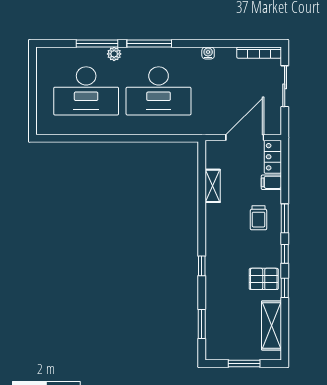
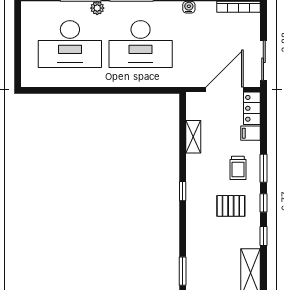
sliding door: (285, 86) -> (263, 60), moved
window: (202, 266) -> (183, 191), moved
pallet: (264, 279) -> (231, 206), moved

